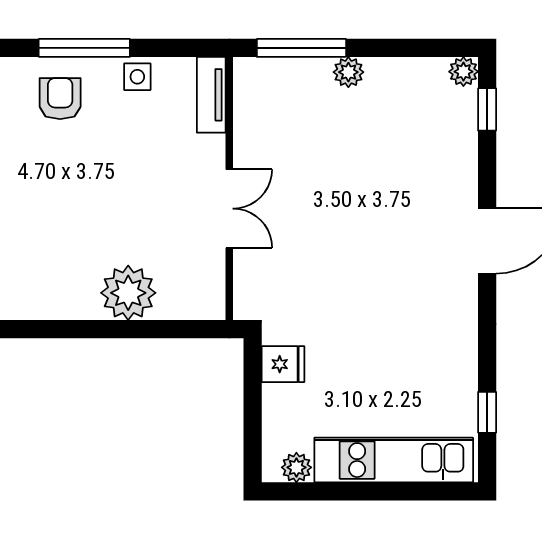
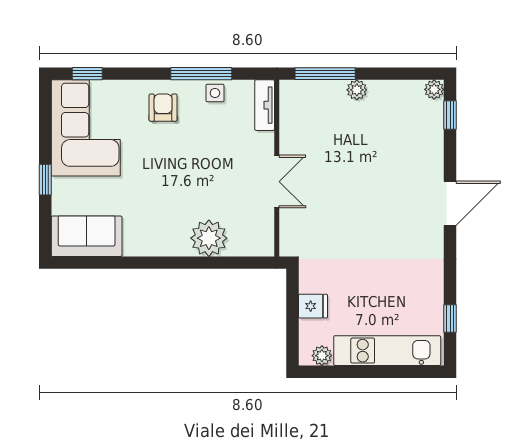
window: (84, 48) -> (201, 74), moved
fridge: (283, 364) -> (313, 306), moved

